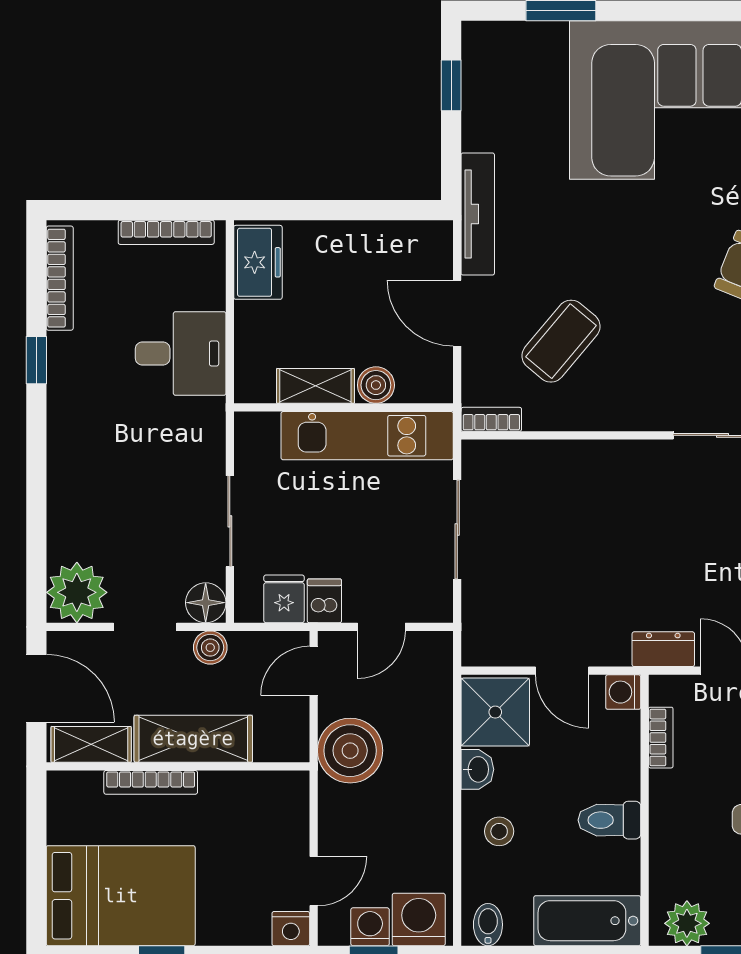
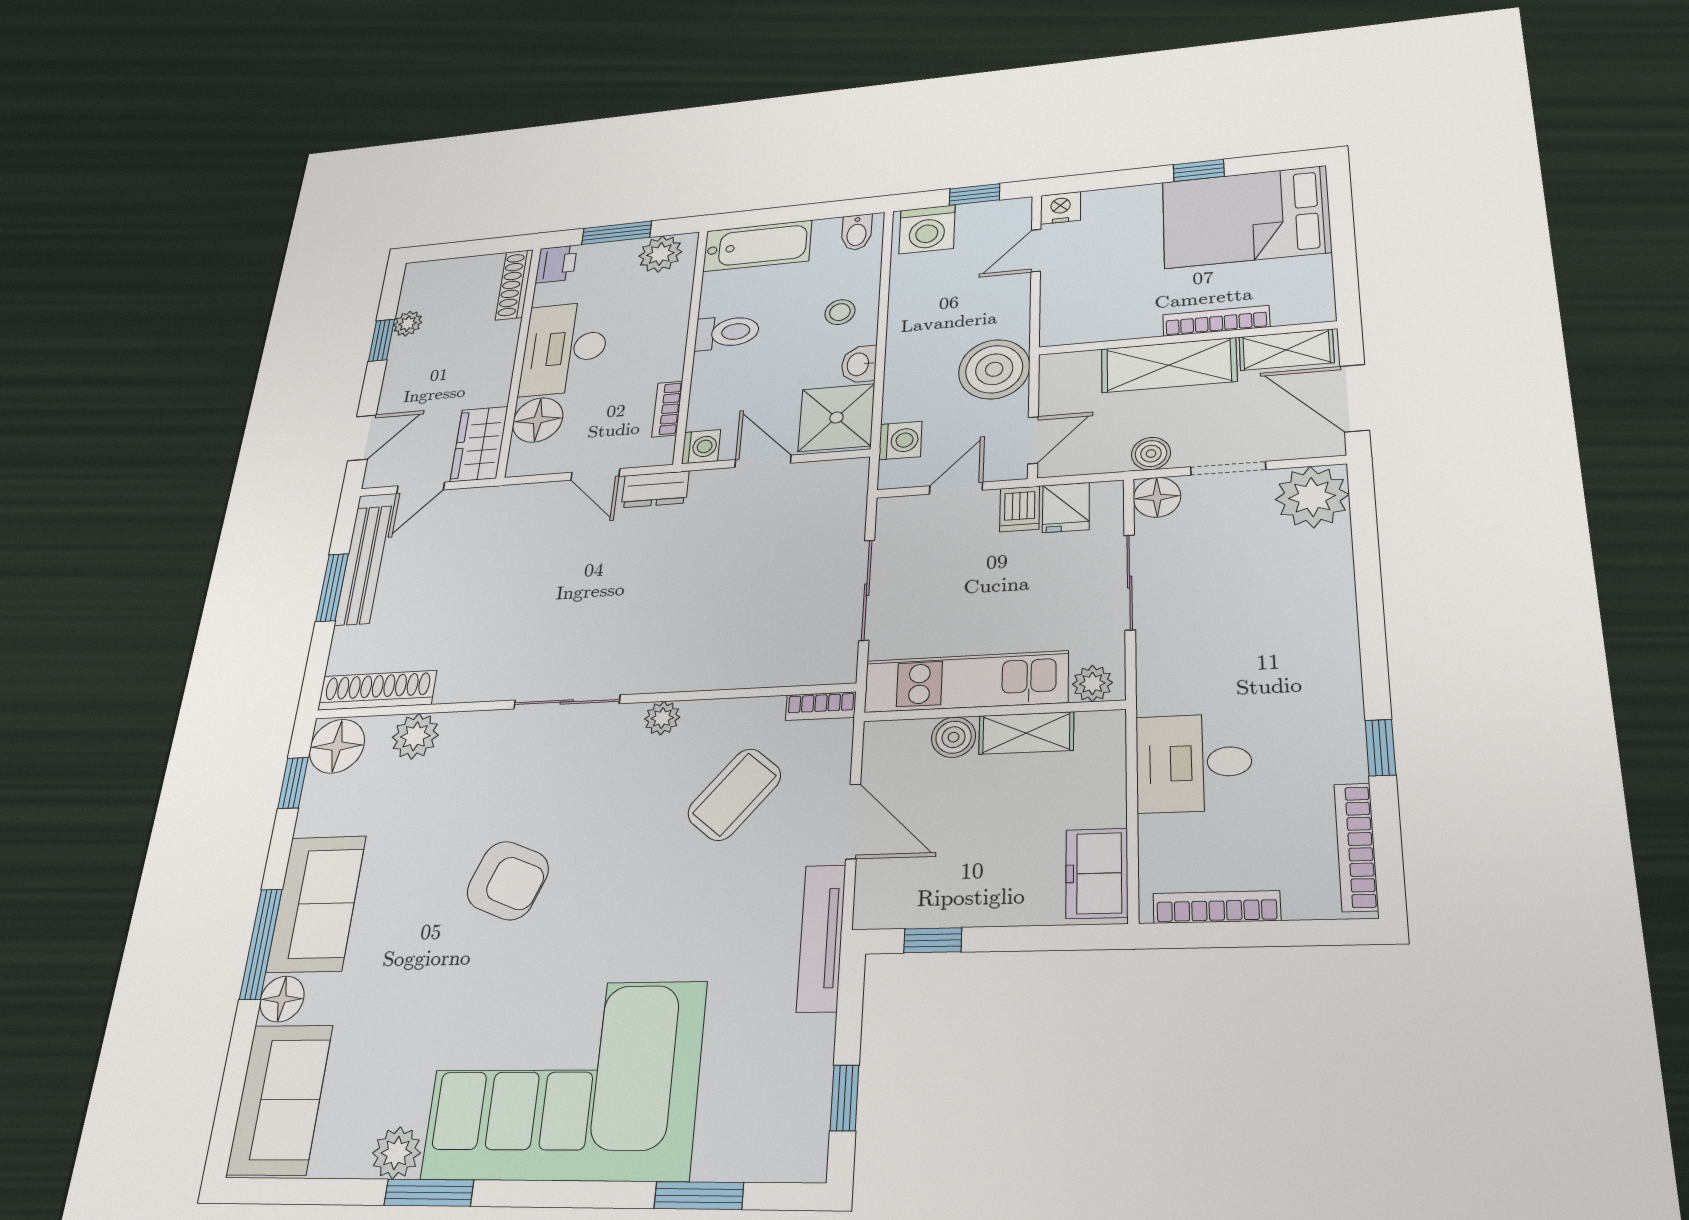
window: (387, 210) -> (933, 940), added
plant: (632, 415) -> (662, 718), added
plant: (261, 428) -> (1092, 683), added
washing machine: (370, 927) -> (900, 440), moved, turned -90

